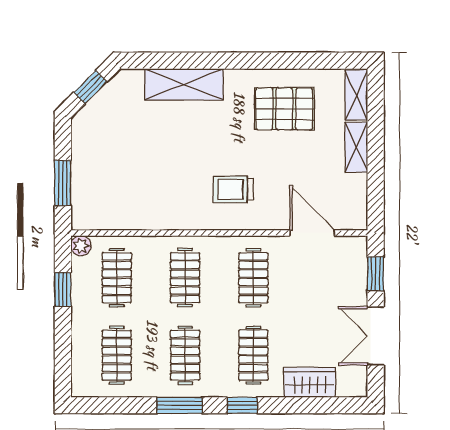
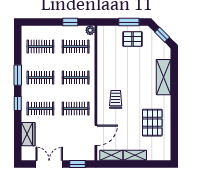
shelving: (356, 95) -> (111, 155), moved
pallet: (100, 152) -> (132, 39), added
window: (63, 183) -> (129, 22), moved

